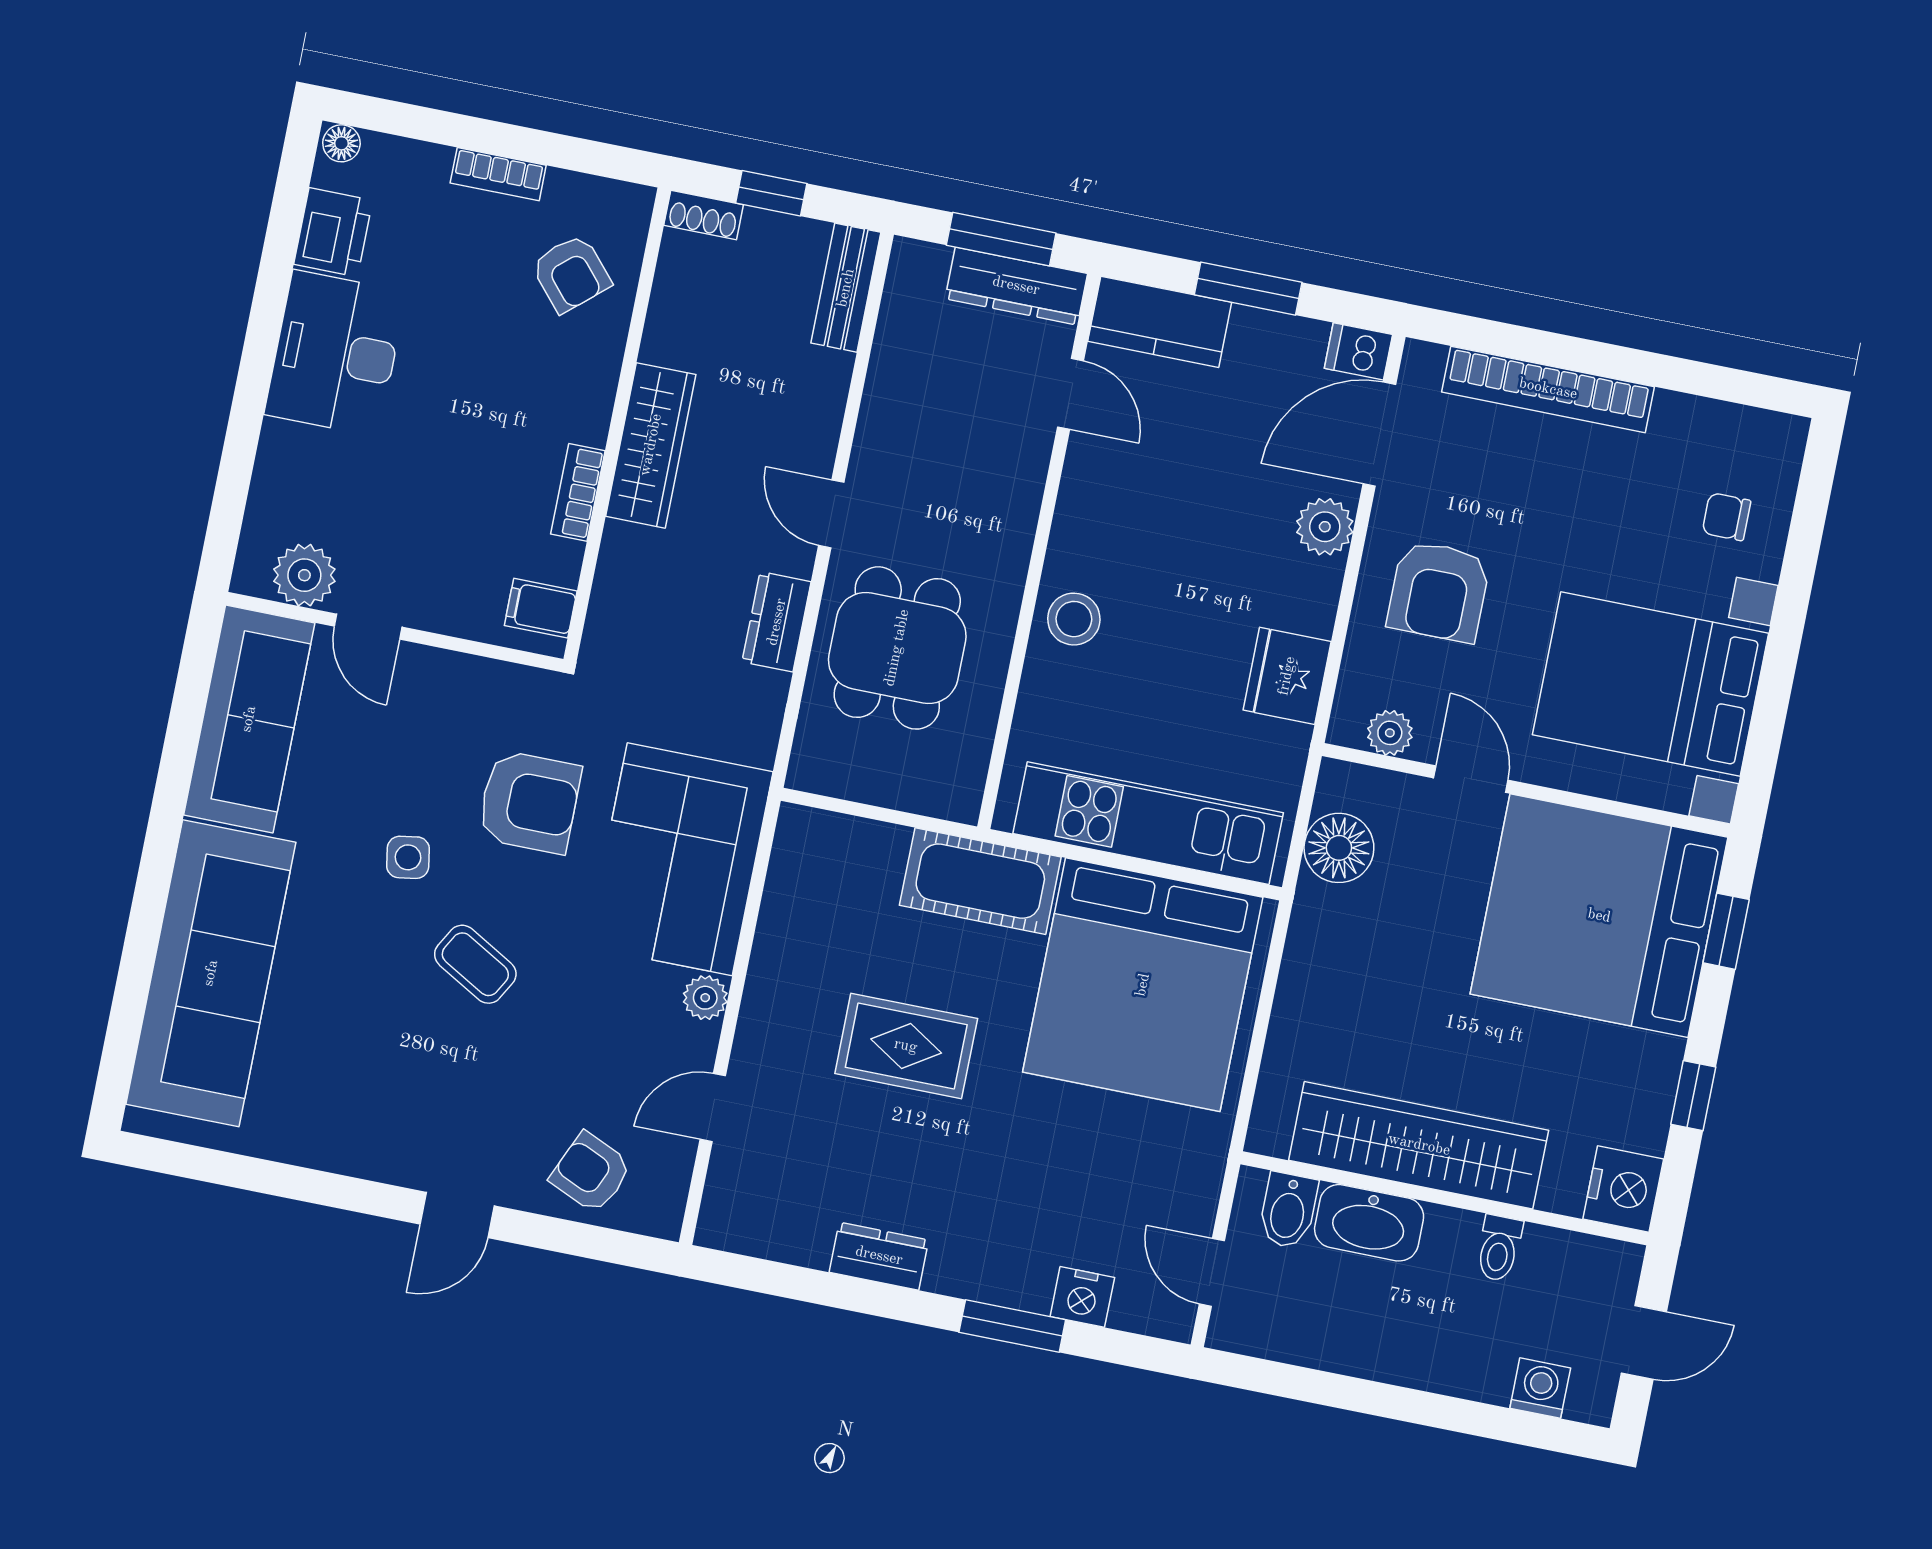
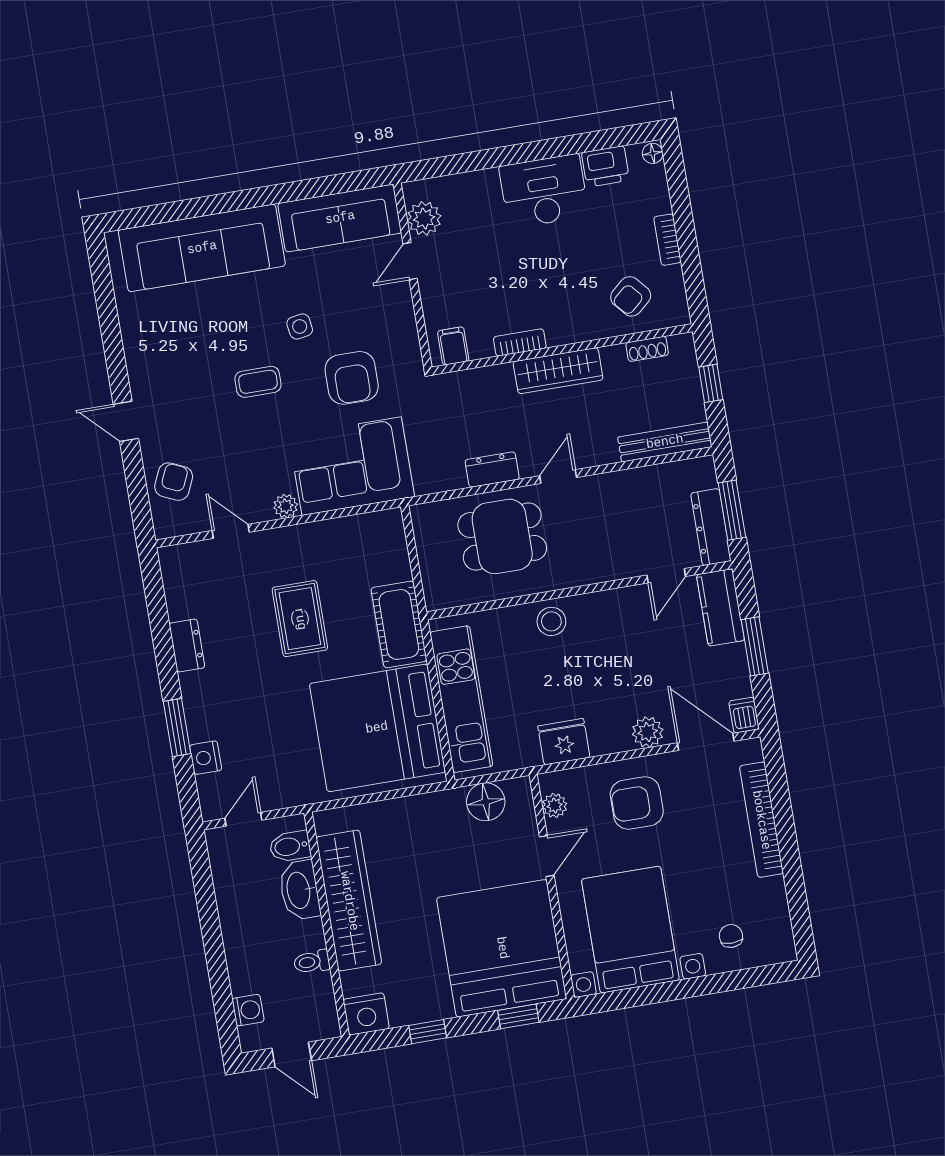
shoe rack: (704, 215) -> (647, 349), moved, turned -90
bench: (846, 288) -> (665, 442), width x1.36
coffee table: (475, 964) -> (258, 382), turned 60

